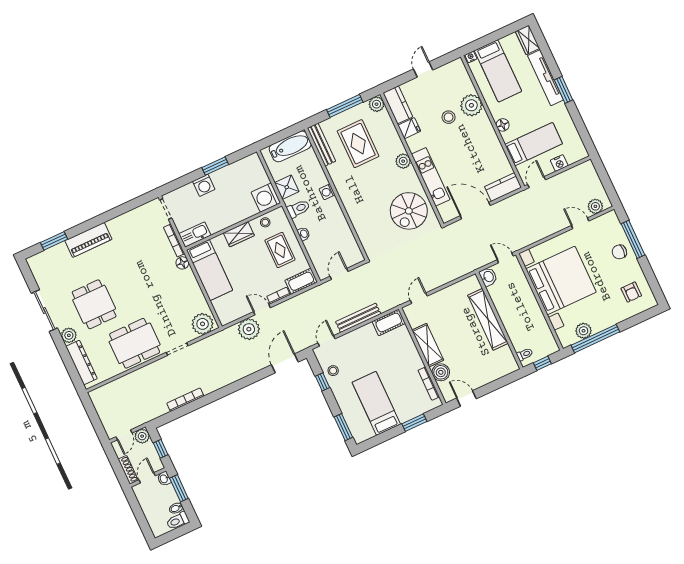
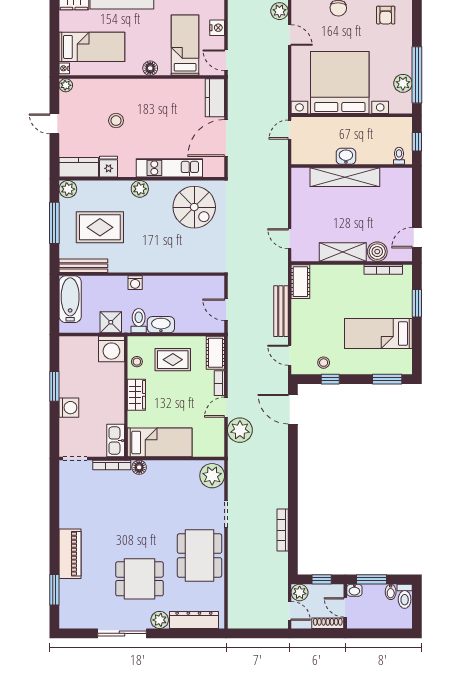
plant: (471, 105) -> (66, 85), moved, width x0.53, depth x0.53
door: (580, 223) -> (290, 35), swing flipped
washbasin: (304, 234) -> (161, 325), width x1.91, depth x1.45
washbasin: (488, 277) -> (346, 156), moved
armchair: (631, 292) -> (386, 15), turned 90

